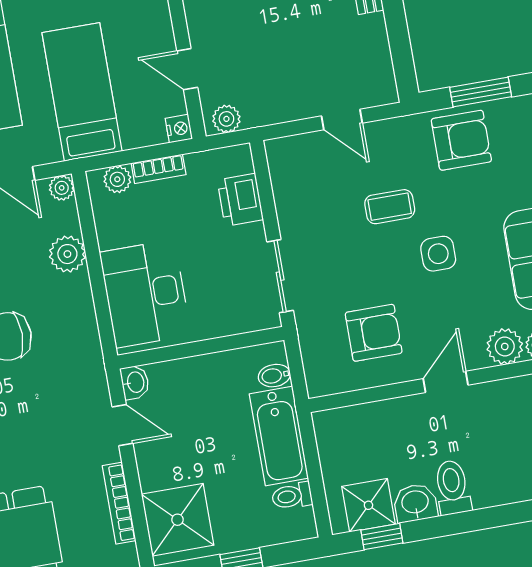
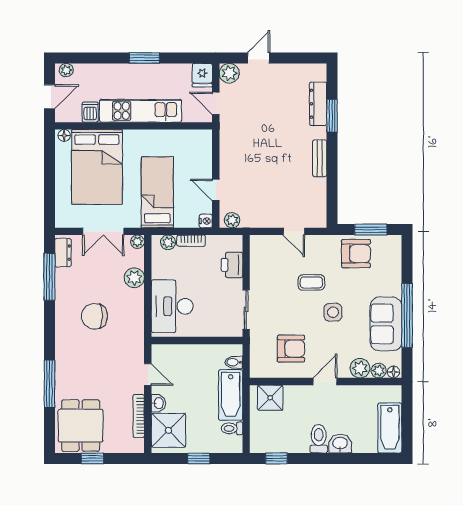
washbasin: (135, 382) -> (158, 403), moved
washbasin: (415, 503) -> (340, 444), moved
shower: (368, 505) -> (270, 398), moved

